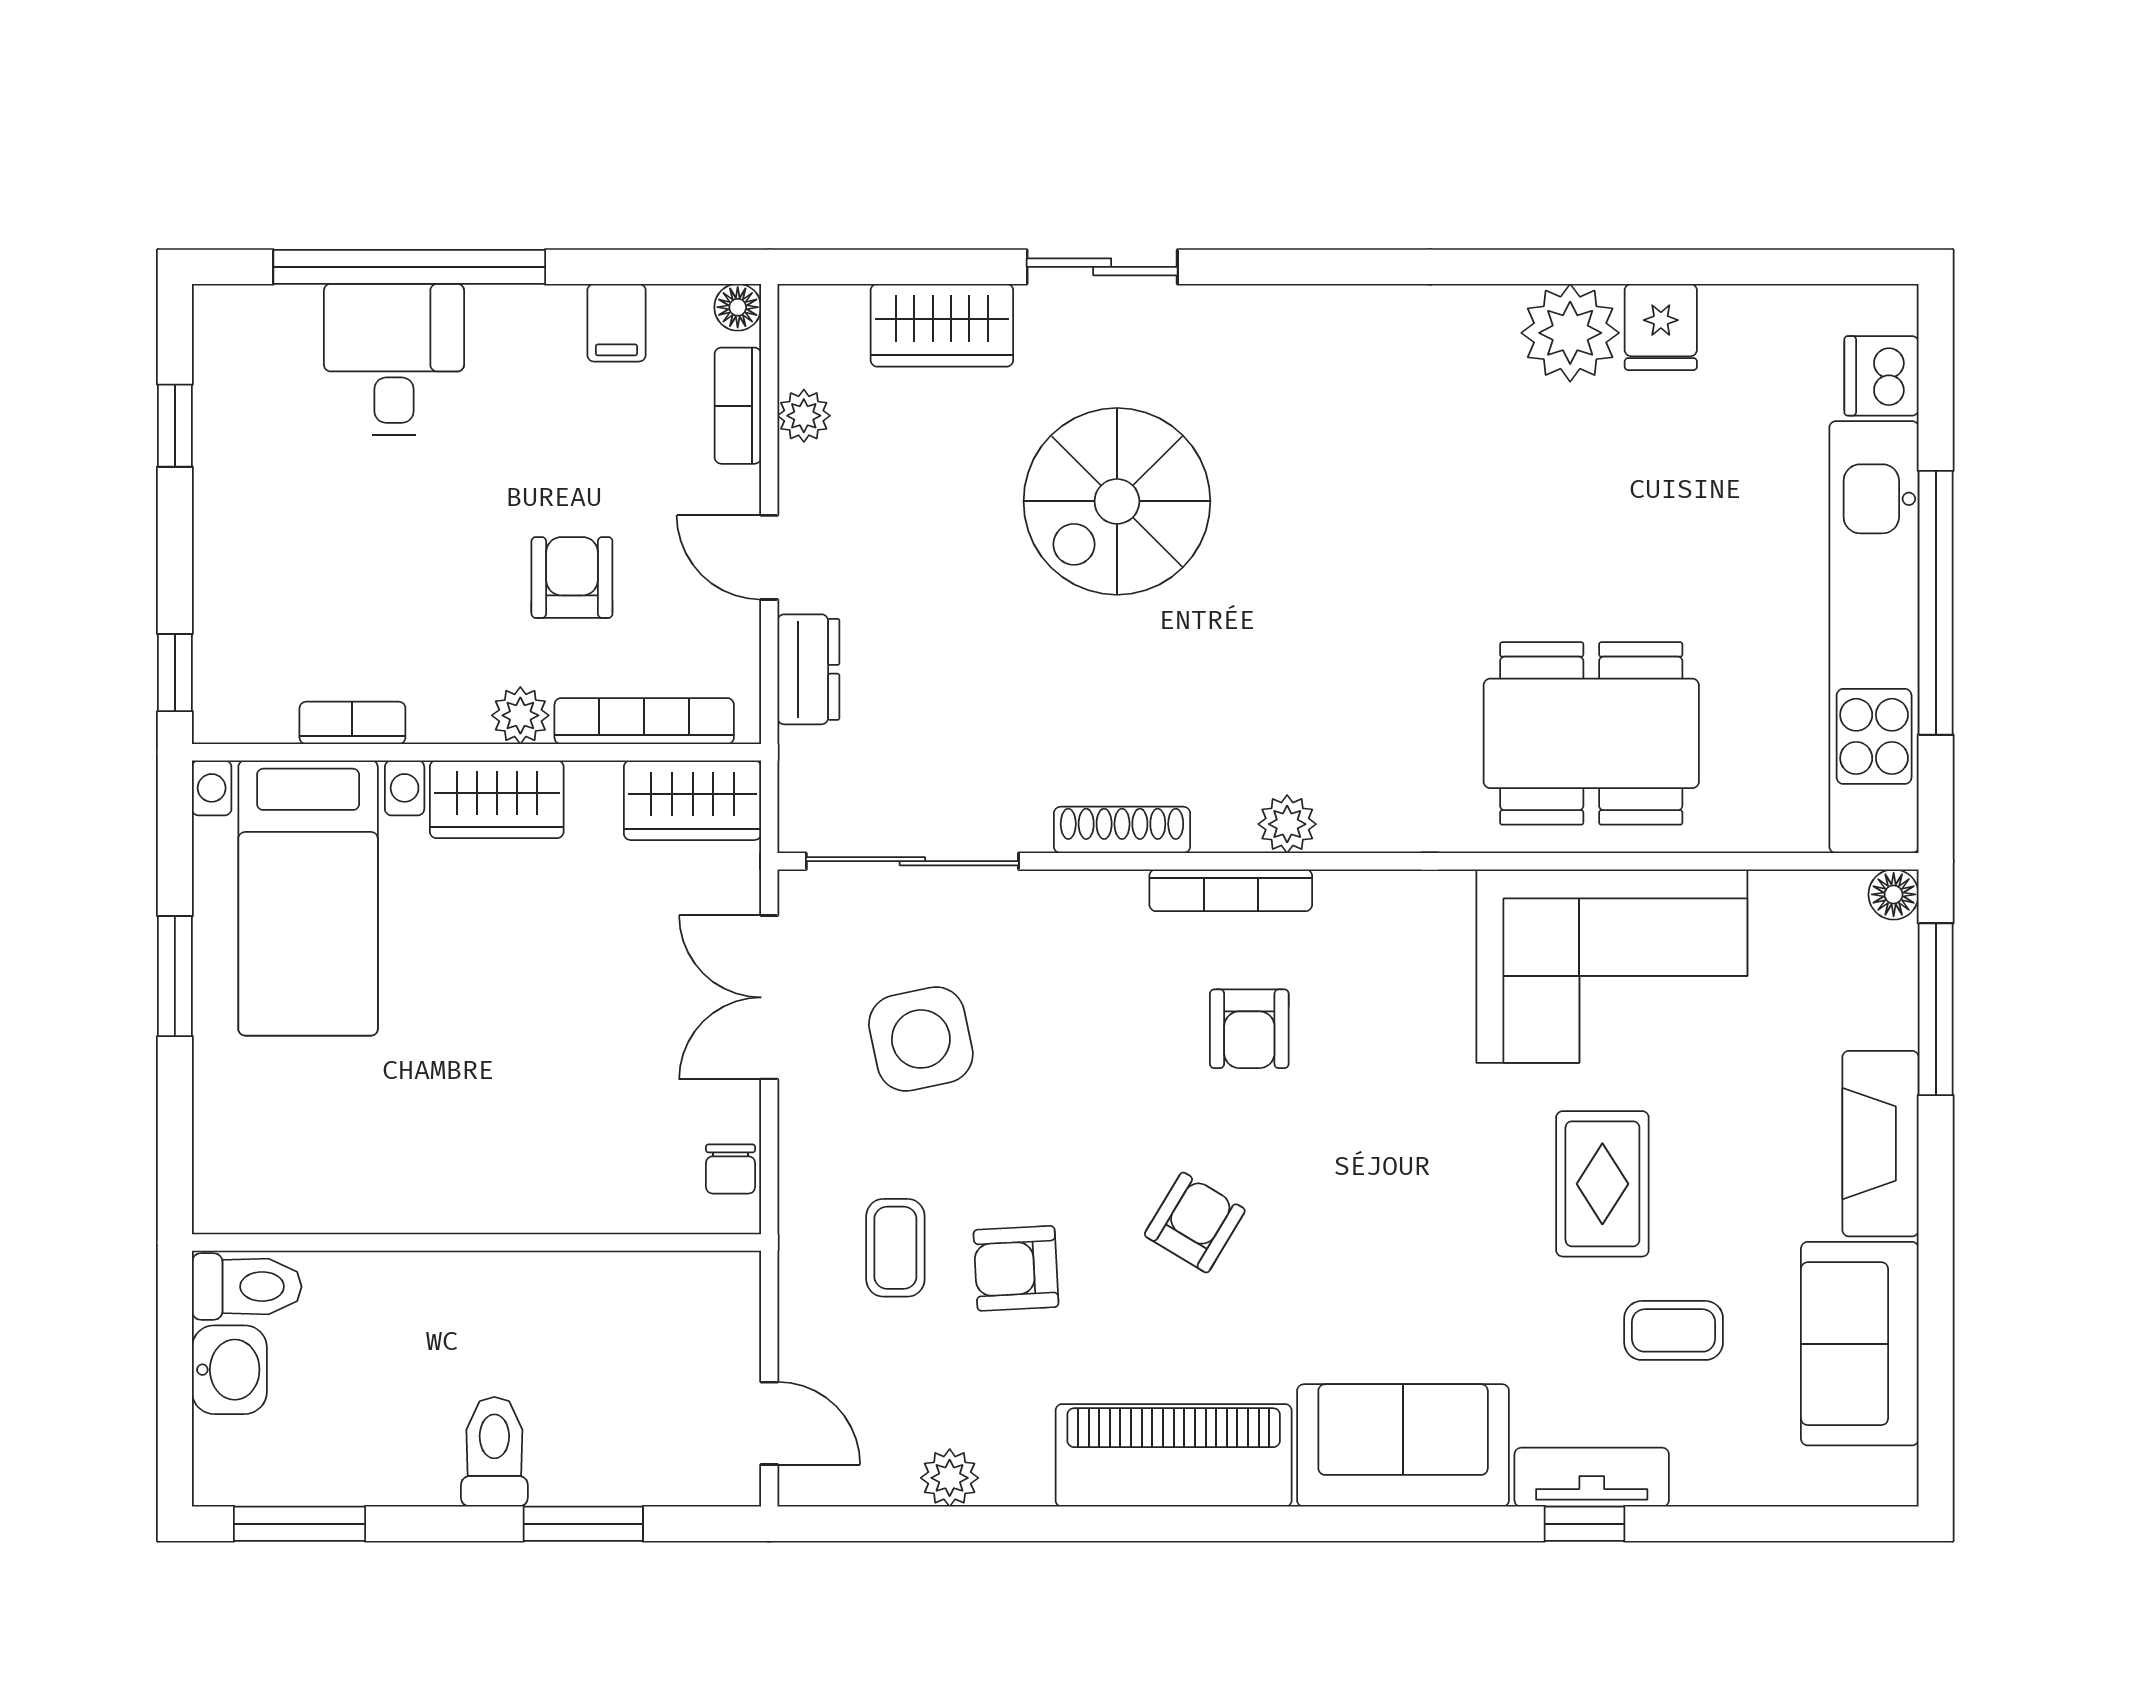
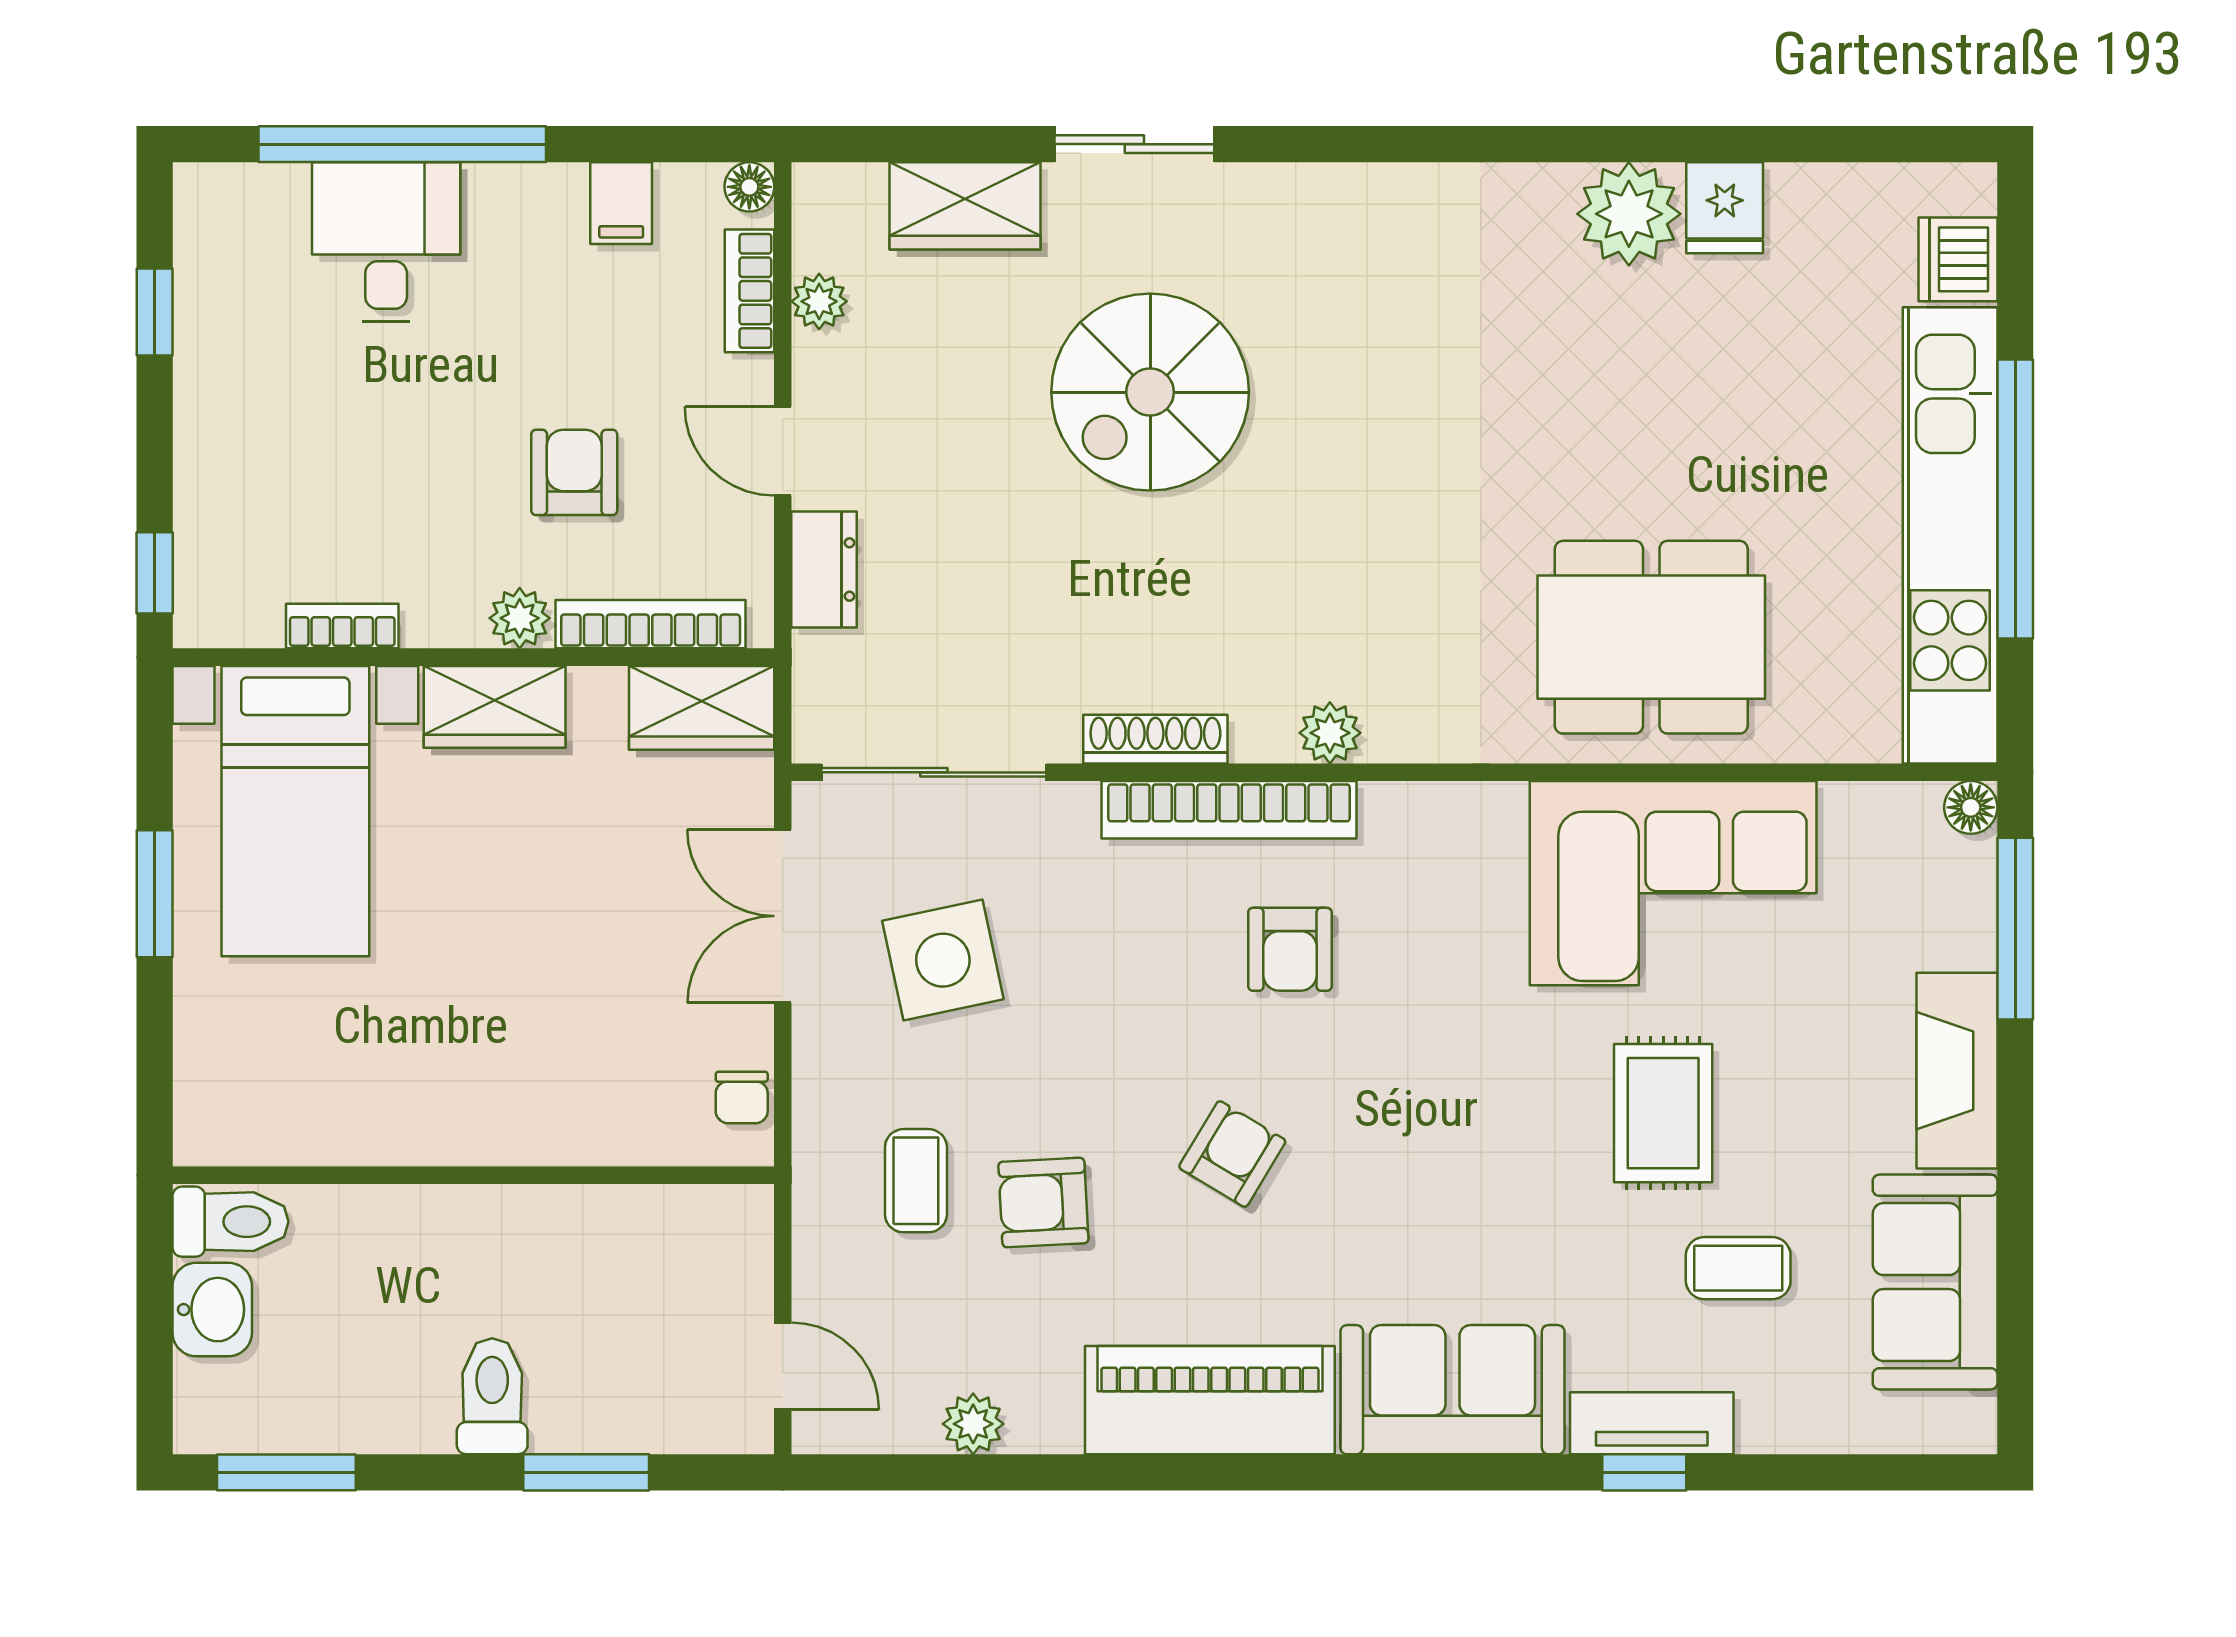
bookcase: (1231, 890) -> (1229, 810), width x1.48, depth x1.31

